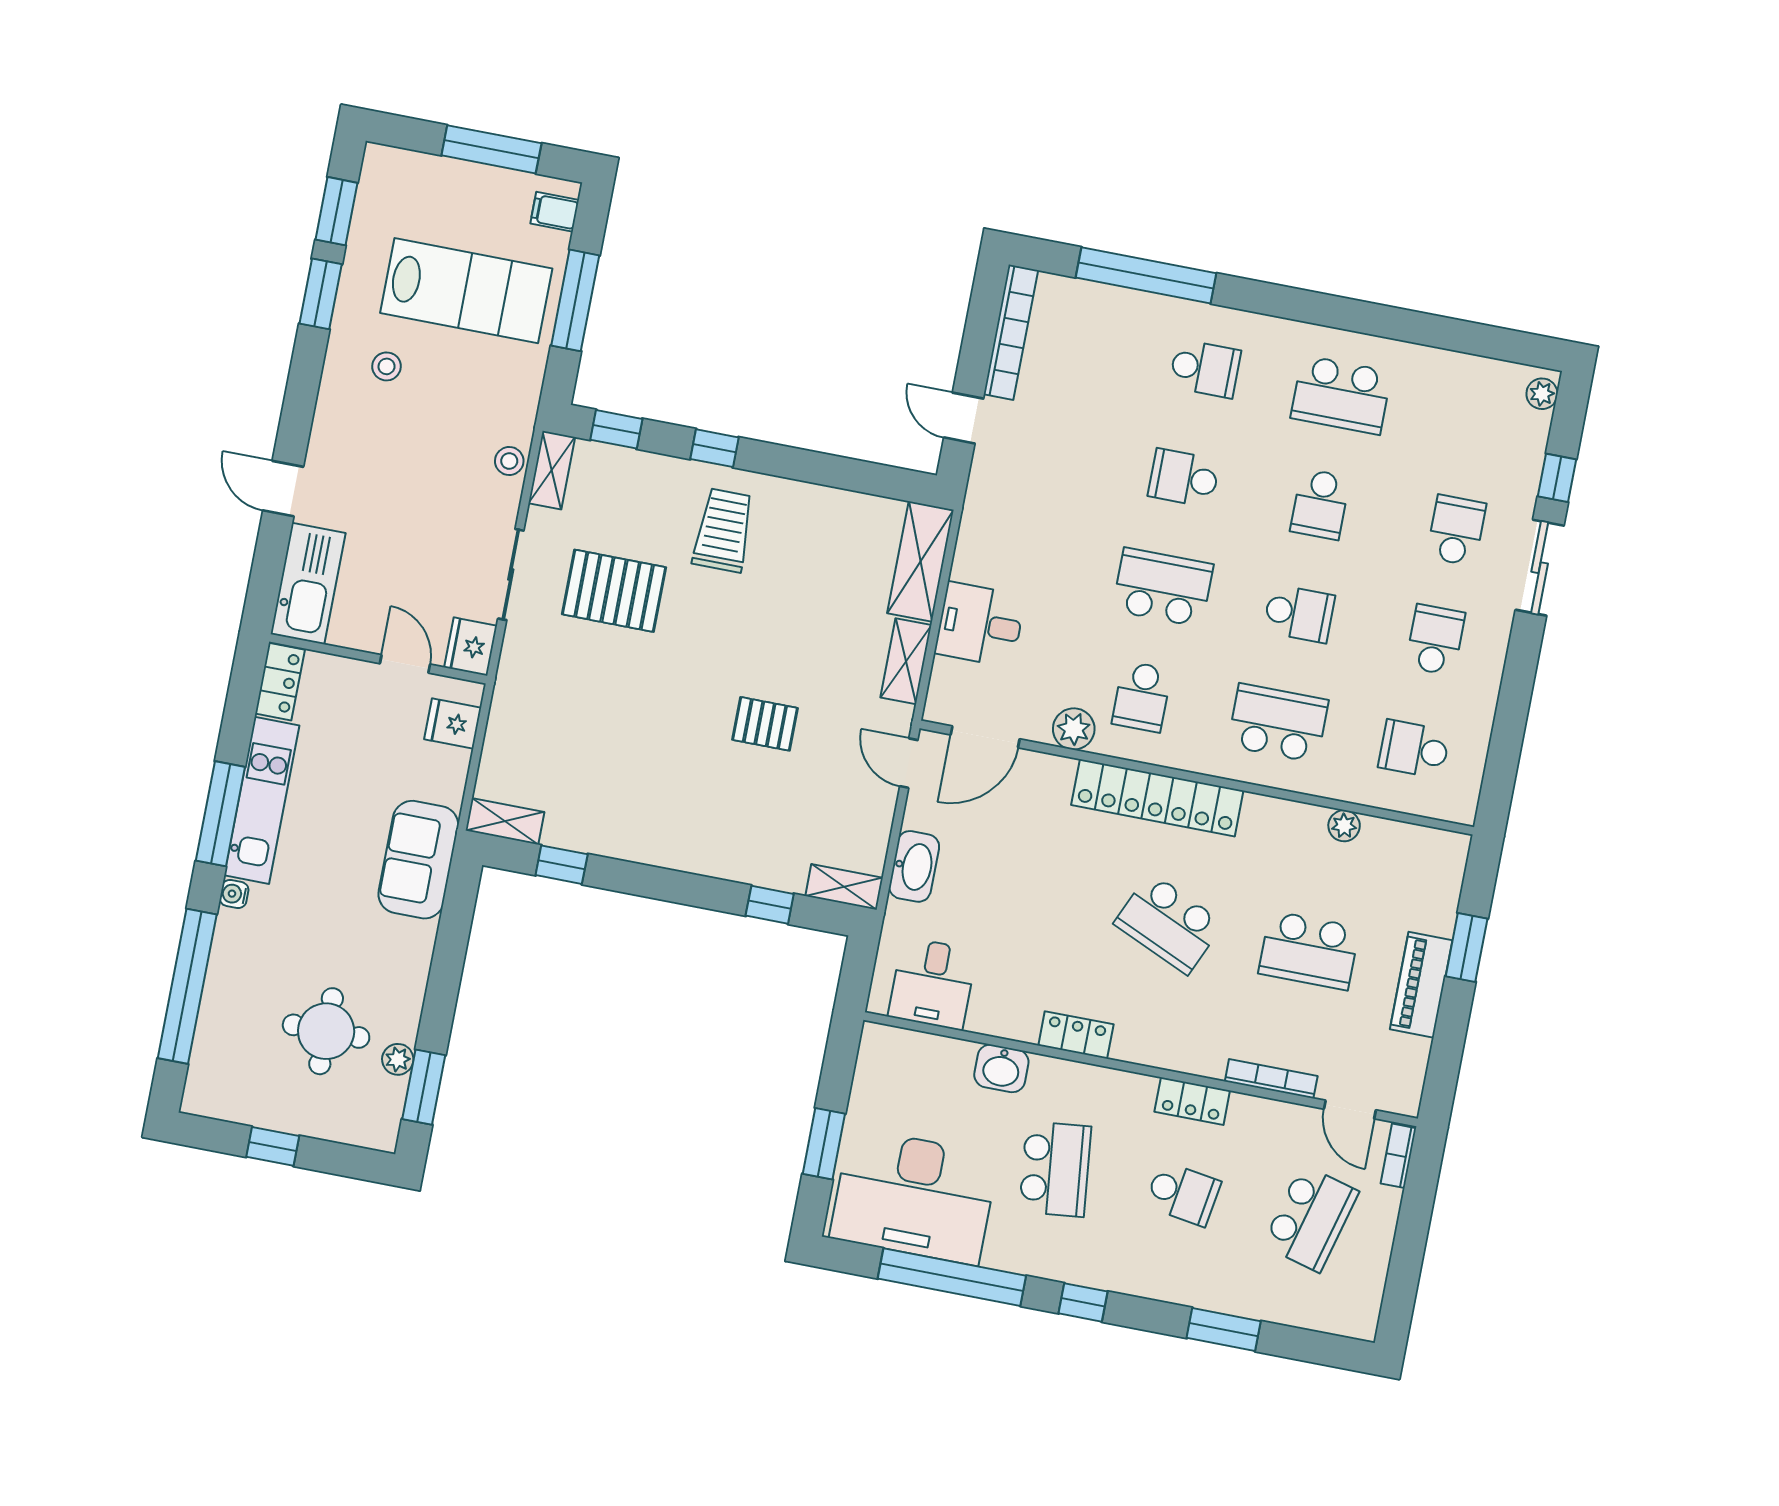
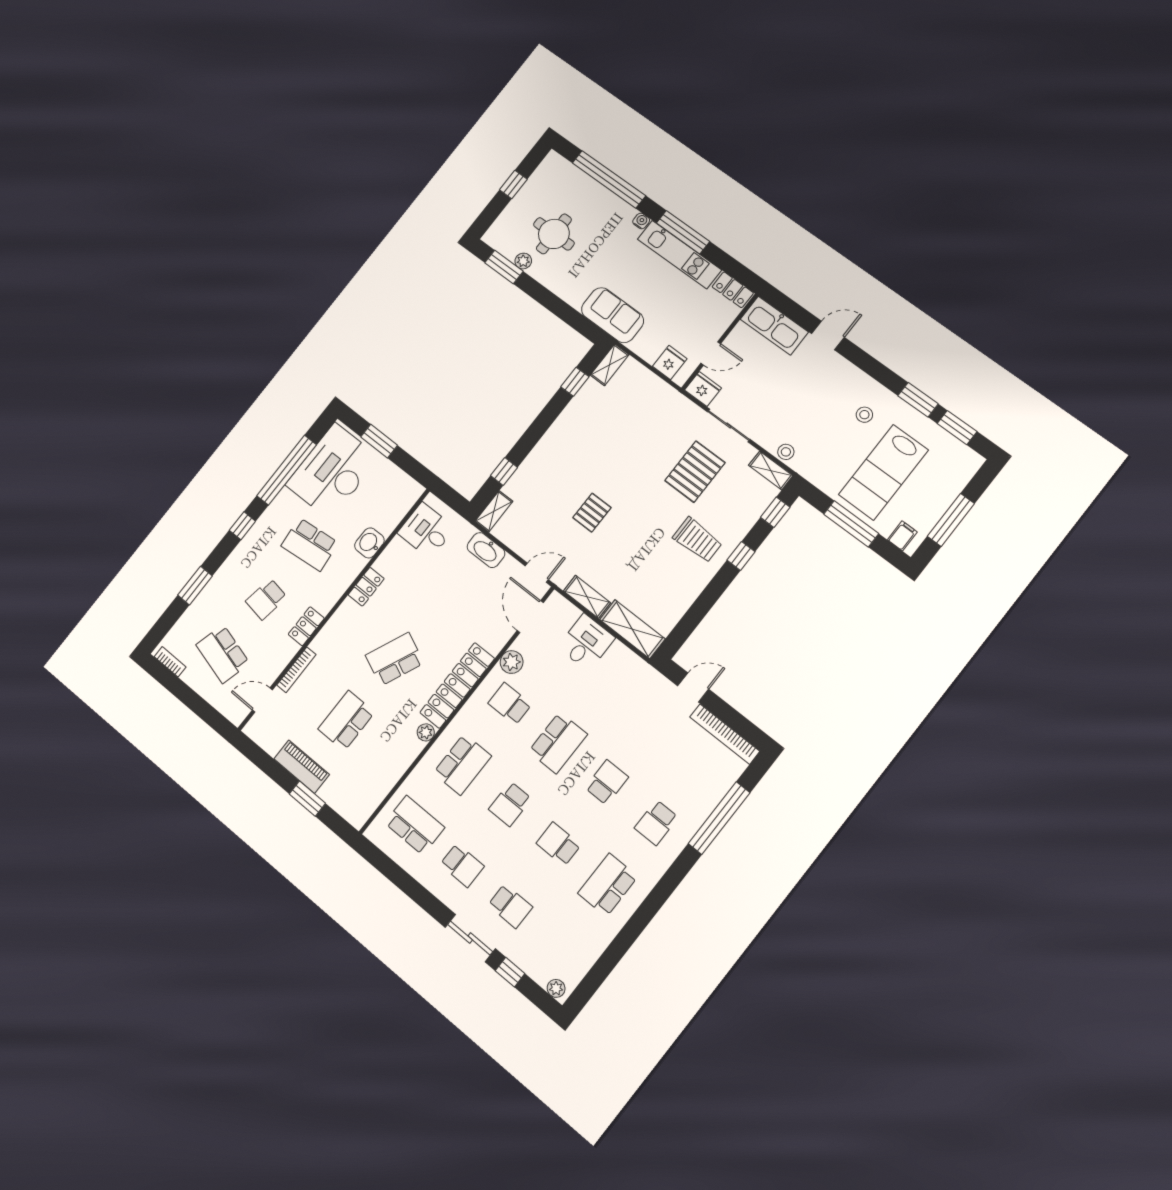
school desk: (1414, 749) -> (415, 825), width x1.85
plant: (1344, 826) -> (426, 732), moved
bookcase: (1398, 1156) -> (170, 662), moved

